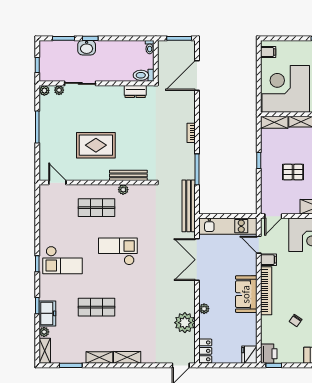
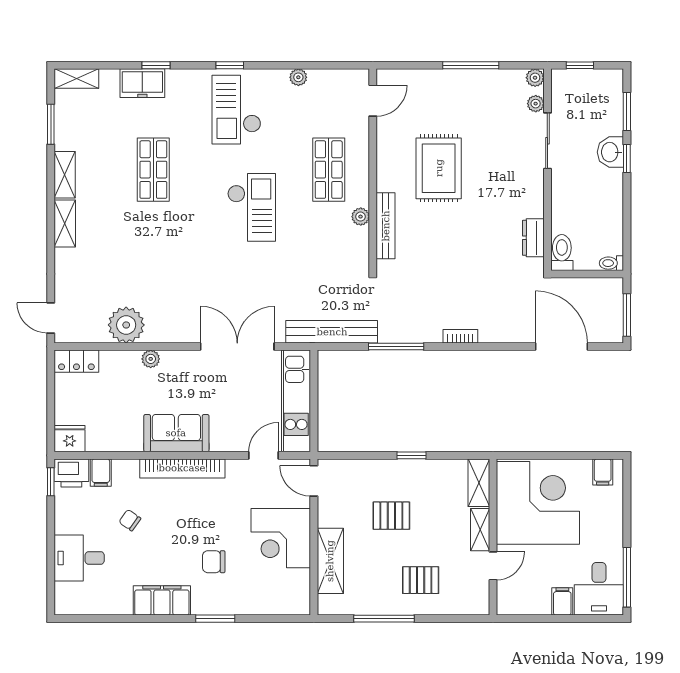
pallet: (293, 172) -> (391, 516), turned 90
filing cabinet: (269, 260) -> (101, 473), moved
plant: (44, 332) -> (298, 77), moved

